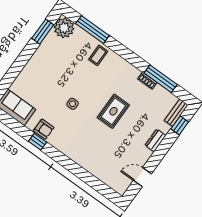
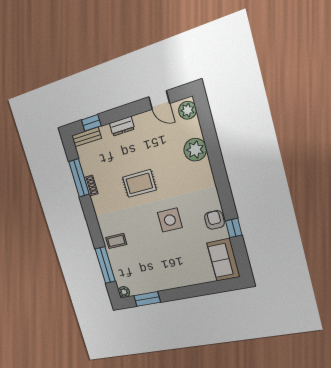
plant: (64, 28) -> (124, 292), width x0.53, depth x0.53
side table: (73, 104) -> (170, 220), width x1.87, depth x1.87
window: (37, 142) -> (234, 228), moved
plant: (93, 164) -> (195, 150), added
plant: (118, 185) -> (187, 110), added

